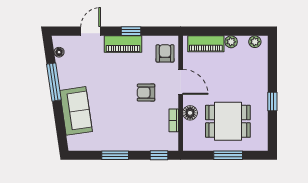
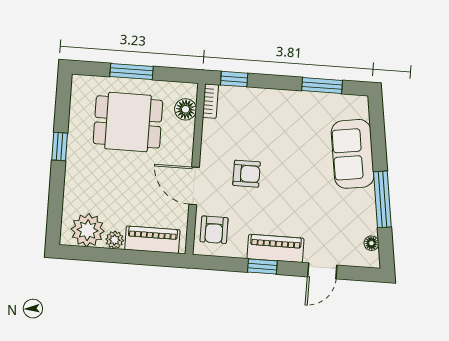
plant: (255, 42) -> (88, 230), width x1.88, depth x1.88
floor lamp: (190, 113) -> (186, 109), moved
bookcase: (174, 120) -> (210, 101), moved
window: (115, 155) -> (322, 86), moved

